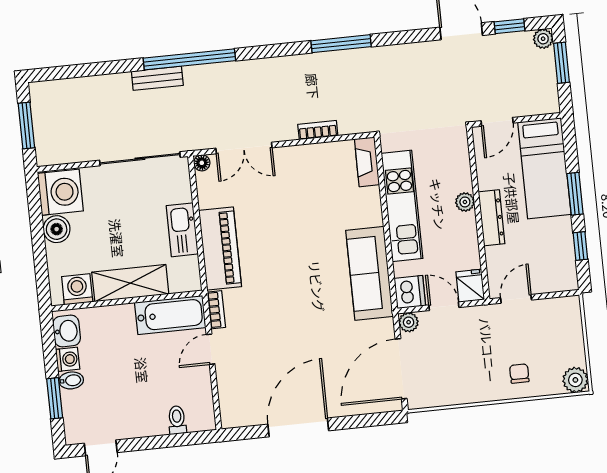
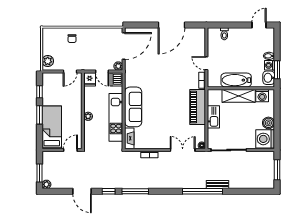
window: (509, 26) -> (109, 191), moved
dresser: (492, 218) -> (77, 108), removed
sofa: (369, 273) -> (133, 107), moved
bathtub: (170, 315) -> (236, 80), moved
door: (211, 349) -> (206, 63), swing flipped
plant: (575, 380) -> (48, 61), moved
window: (55, 398) -> (277, 70), moved

